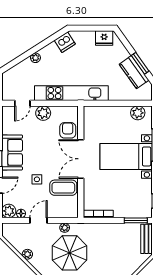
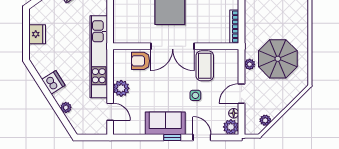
fridge: (104, 38) -> (37, 34), moved
dishwasher: (65, 42) -> (53, 82), moved
plant: (35, 58) -> (66, 108), moved
door: (39, 220) -> (241, 94), hinge flipped
plant: (27, 254) -> (265, 120), moved

